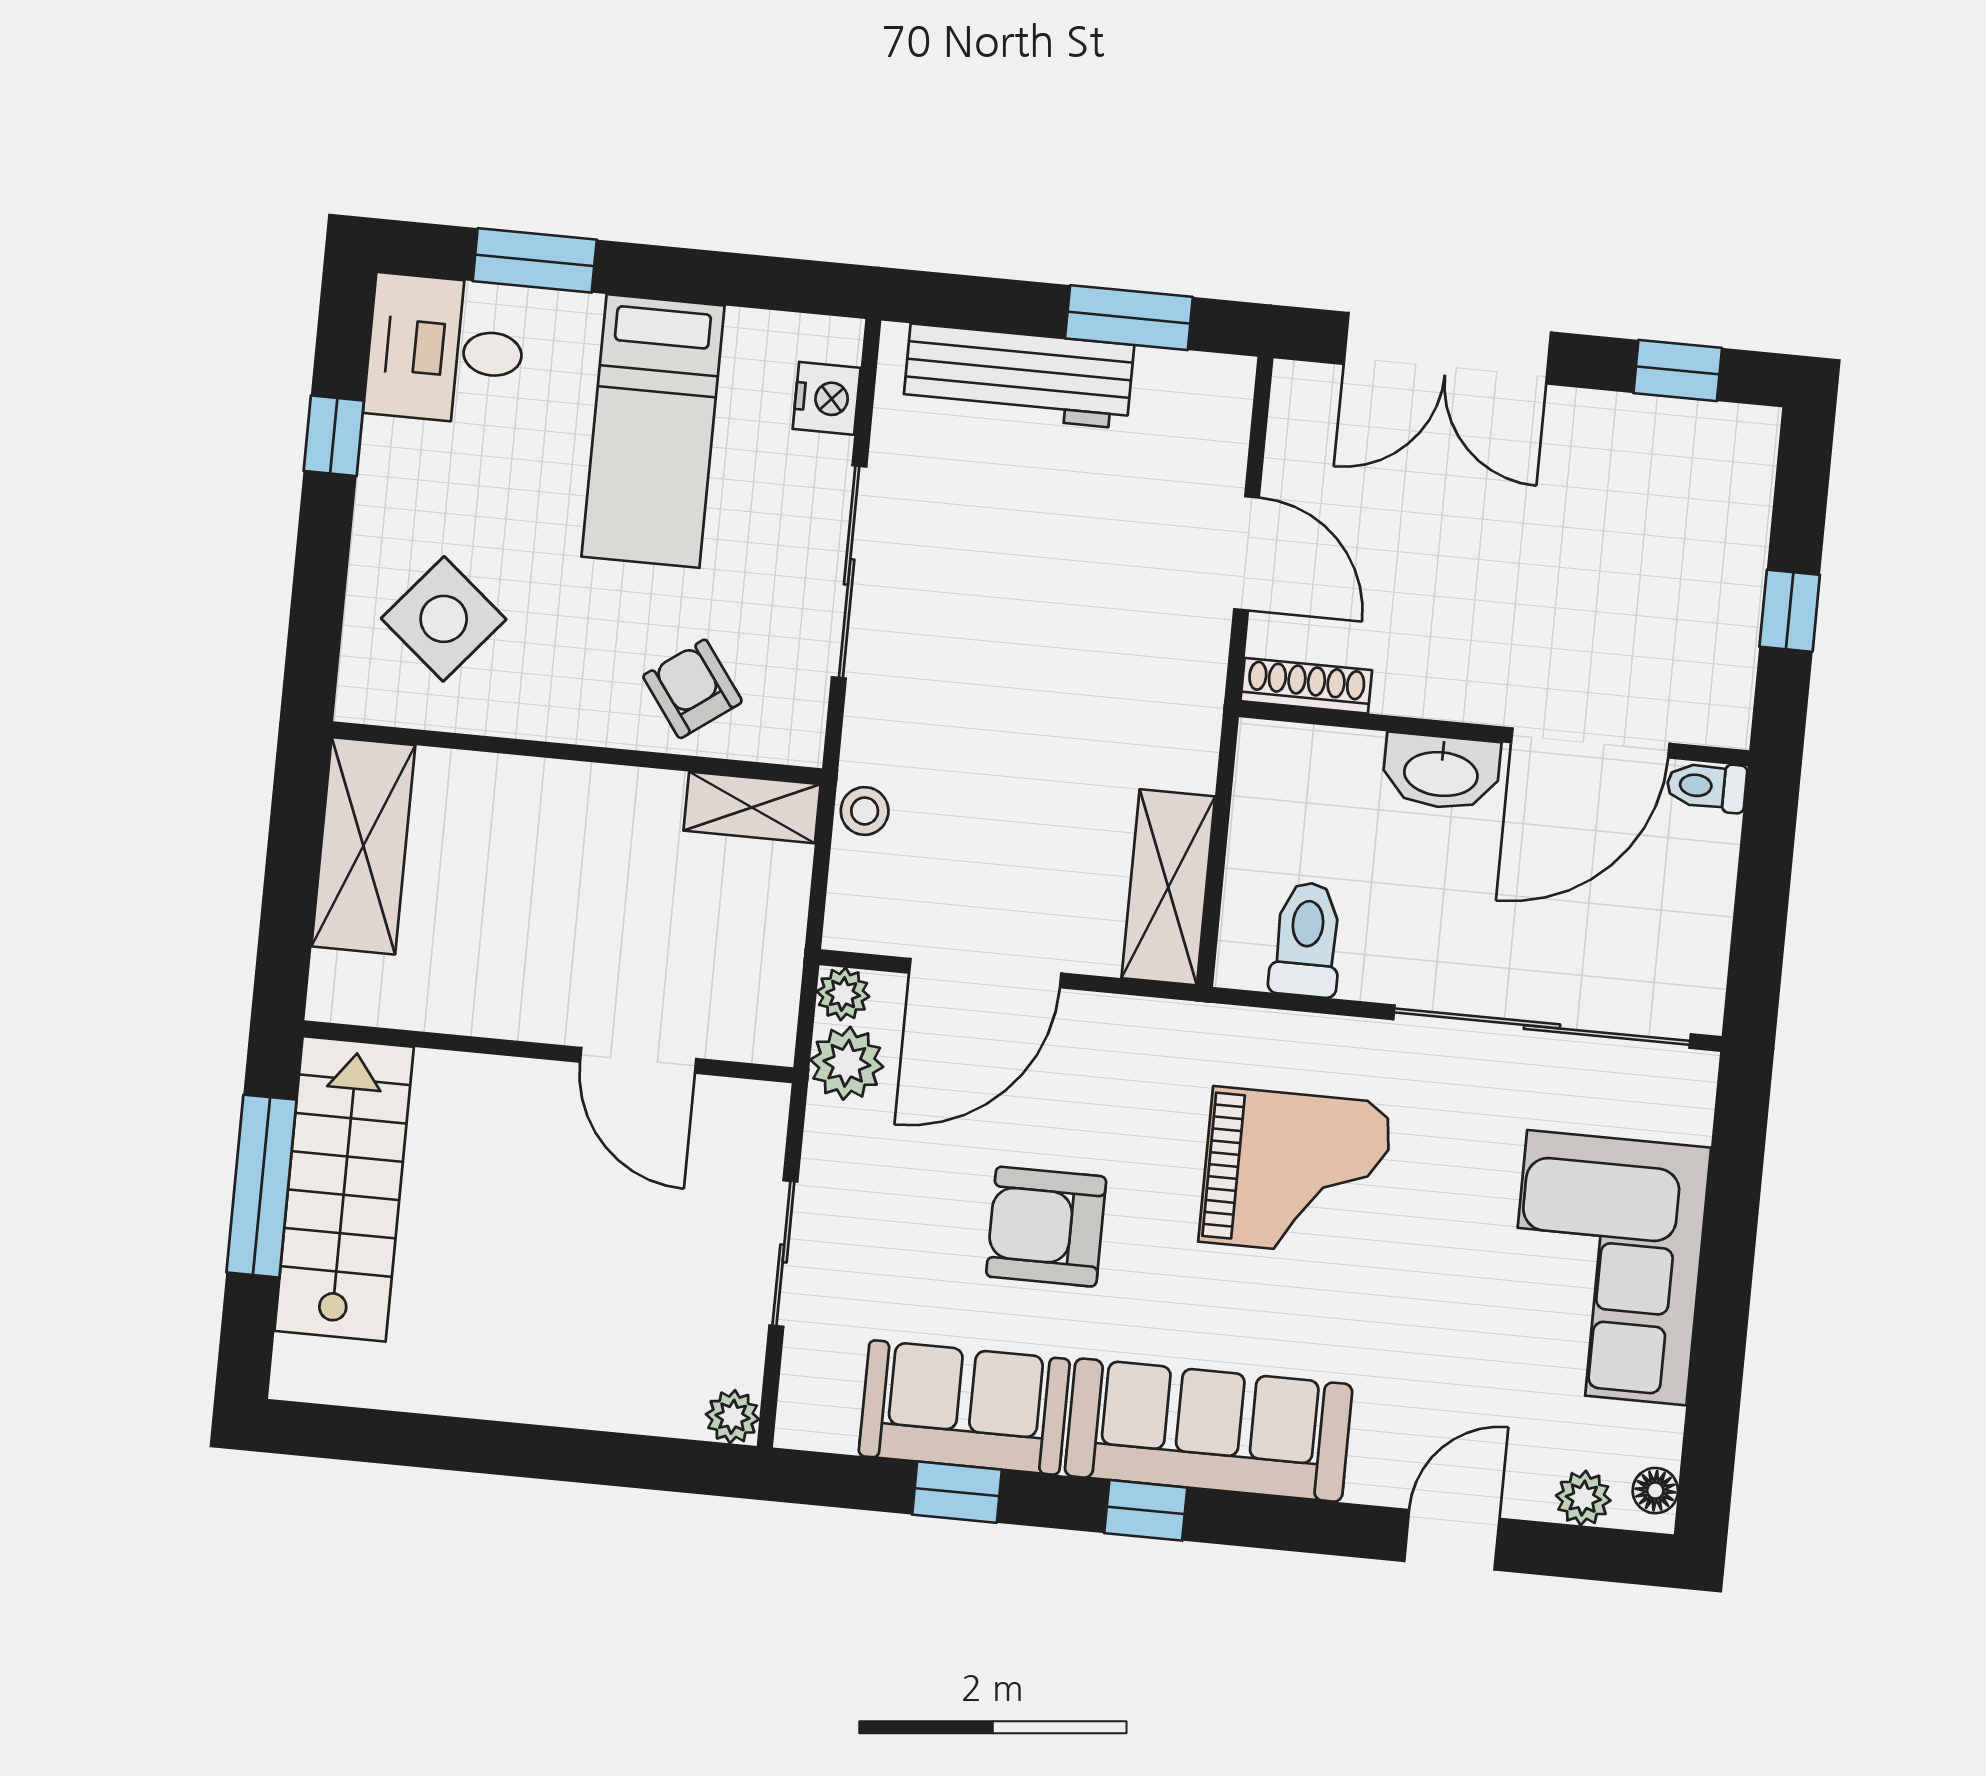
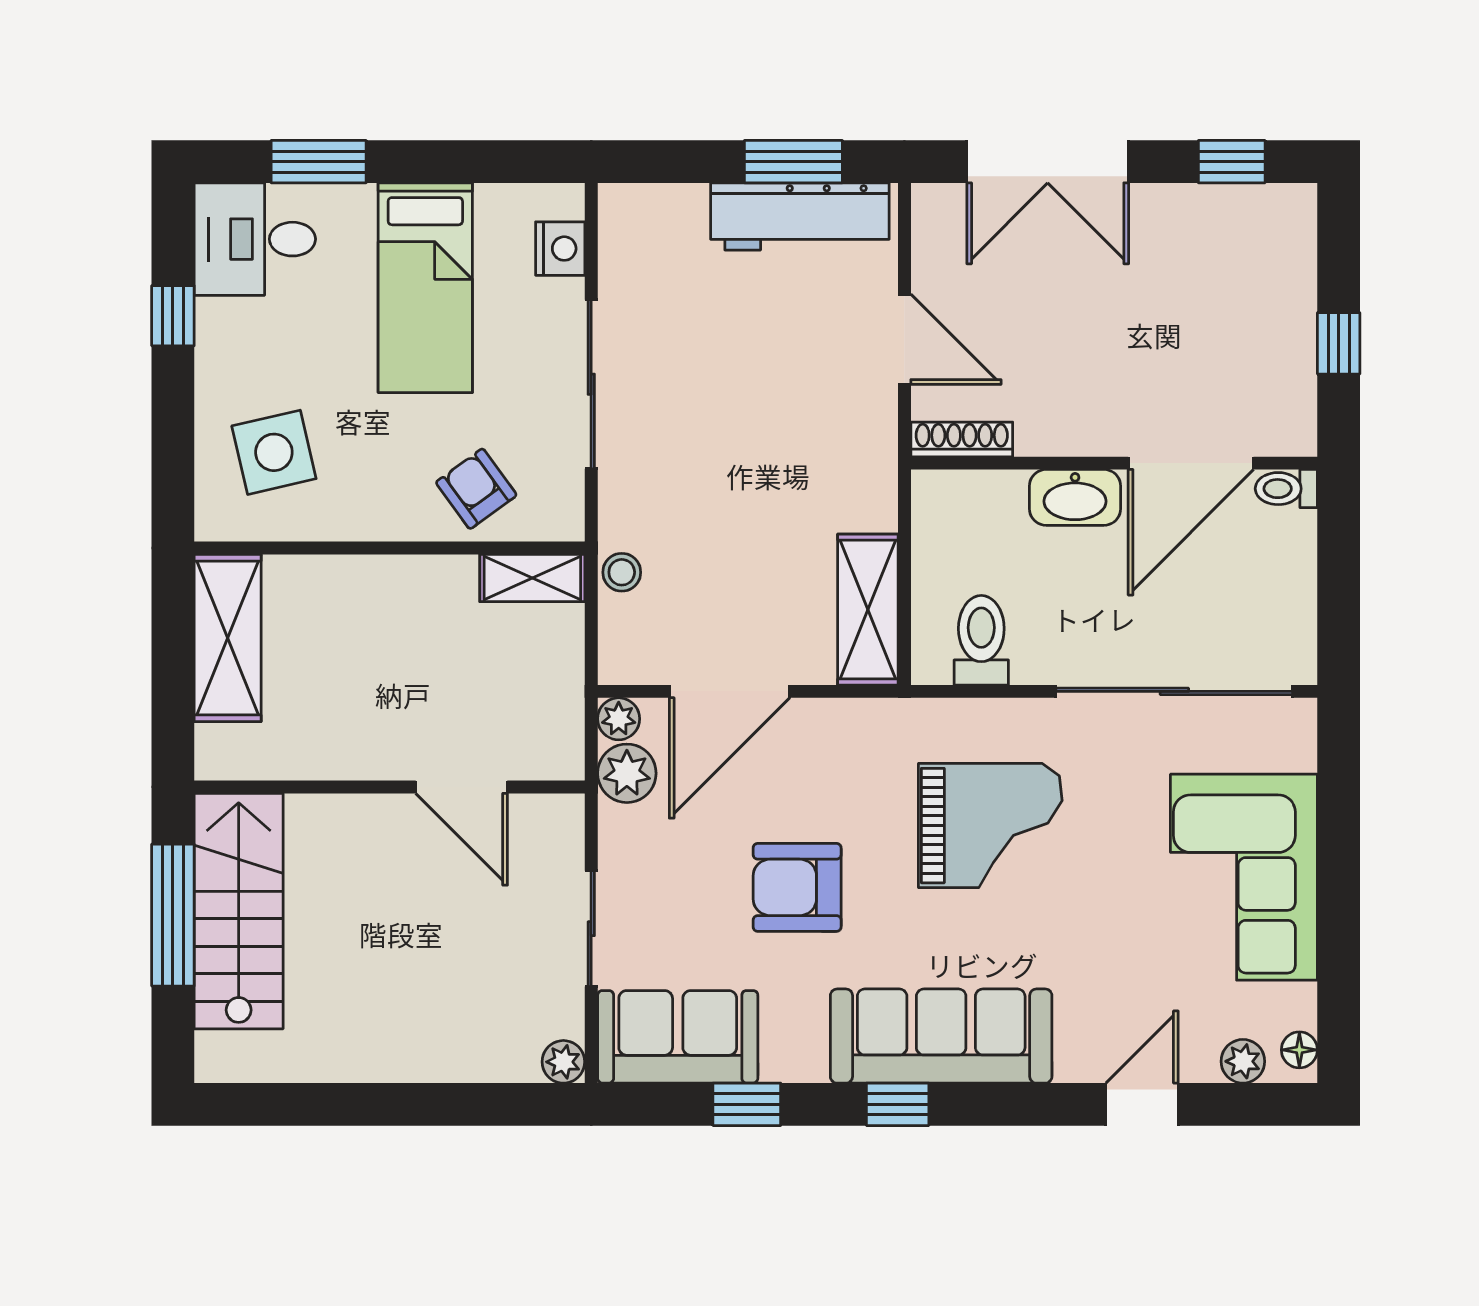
workbench: (1018, 376) -> (800, 216), moved
side table: (444, 619) -> (274, 452), turned 37
sofa: (964, 1408) -> (678, 1037), moved

